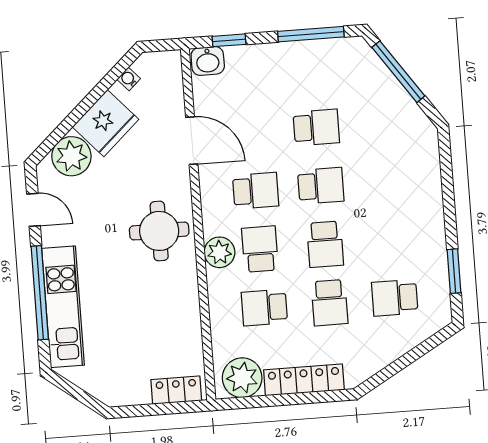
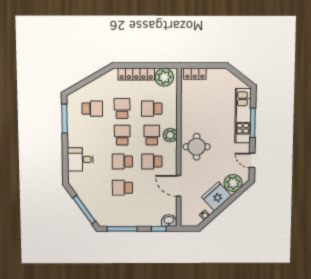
desk: (414, 184) -> (80, 159), added
school desk: (260, 249) -> (152, 135), turned 180
window: (454, 271) -> (64, 119), width x1.44
window: (40, 293) -> (253, 123), width x0.68
school desk: (264, 308) -> (152, 109), turned 180

